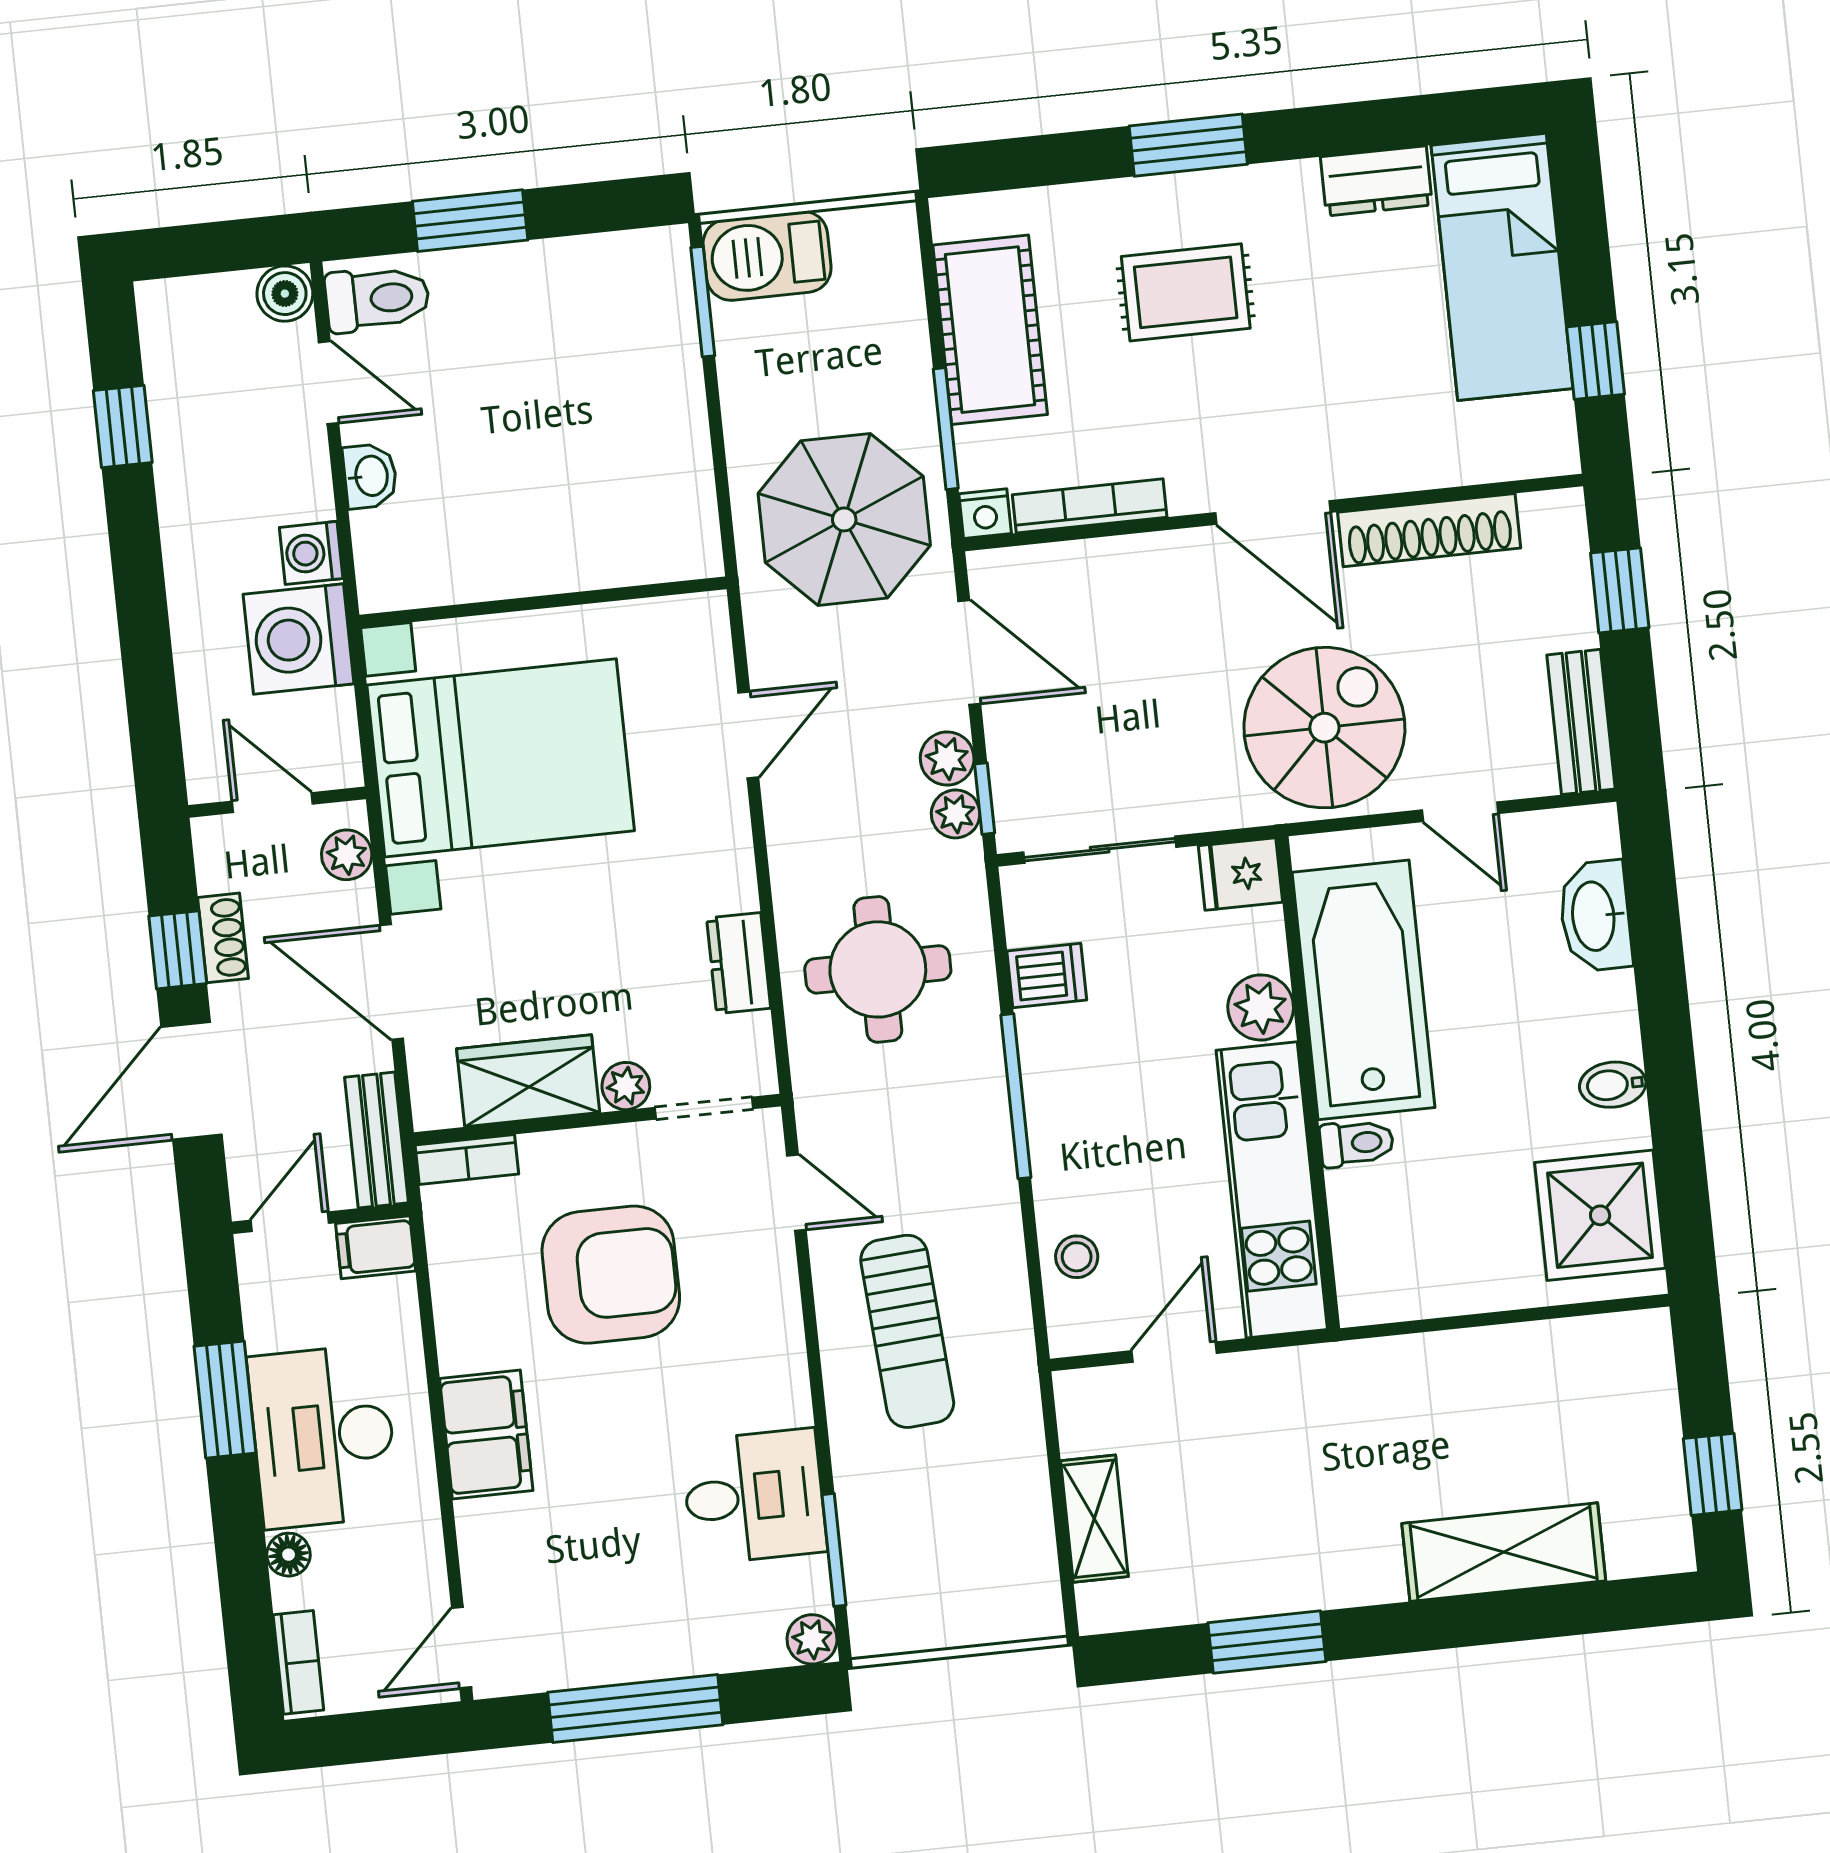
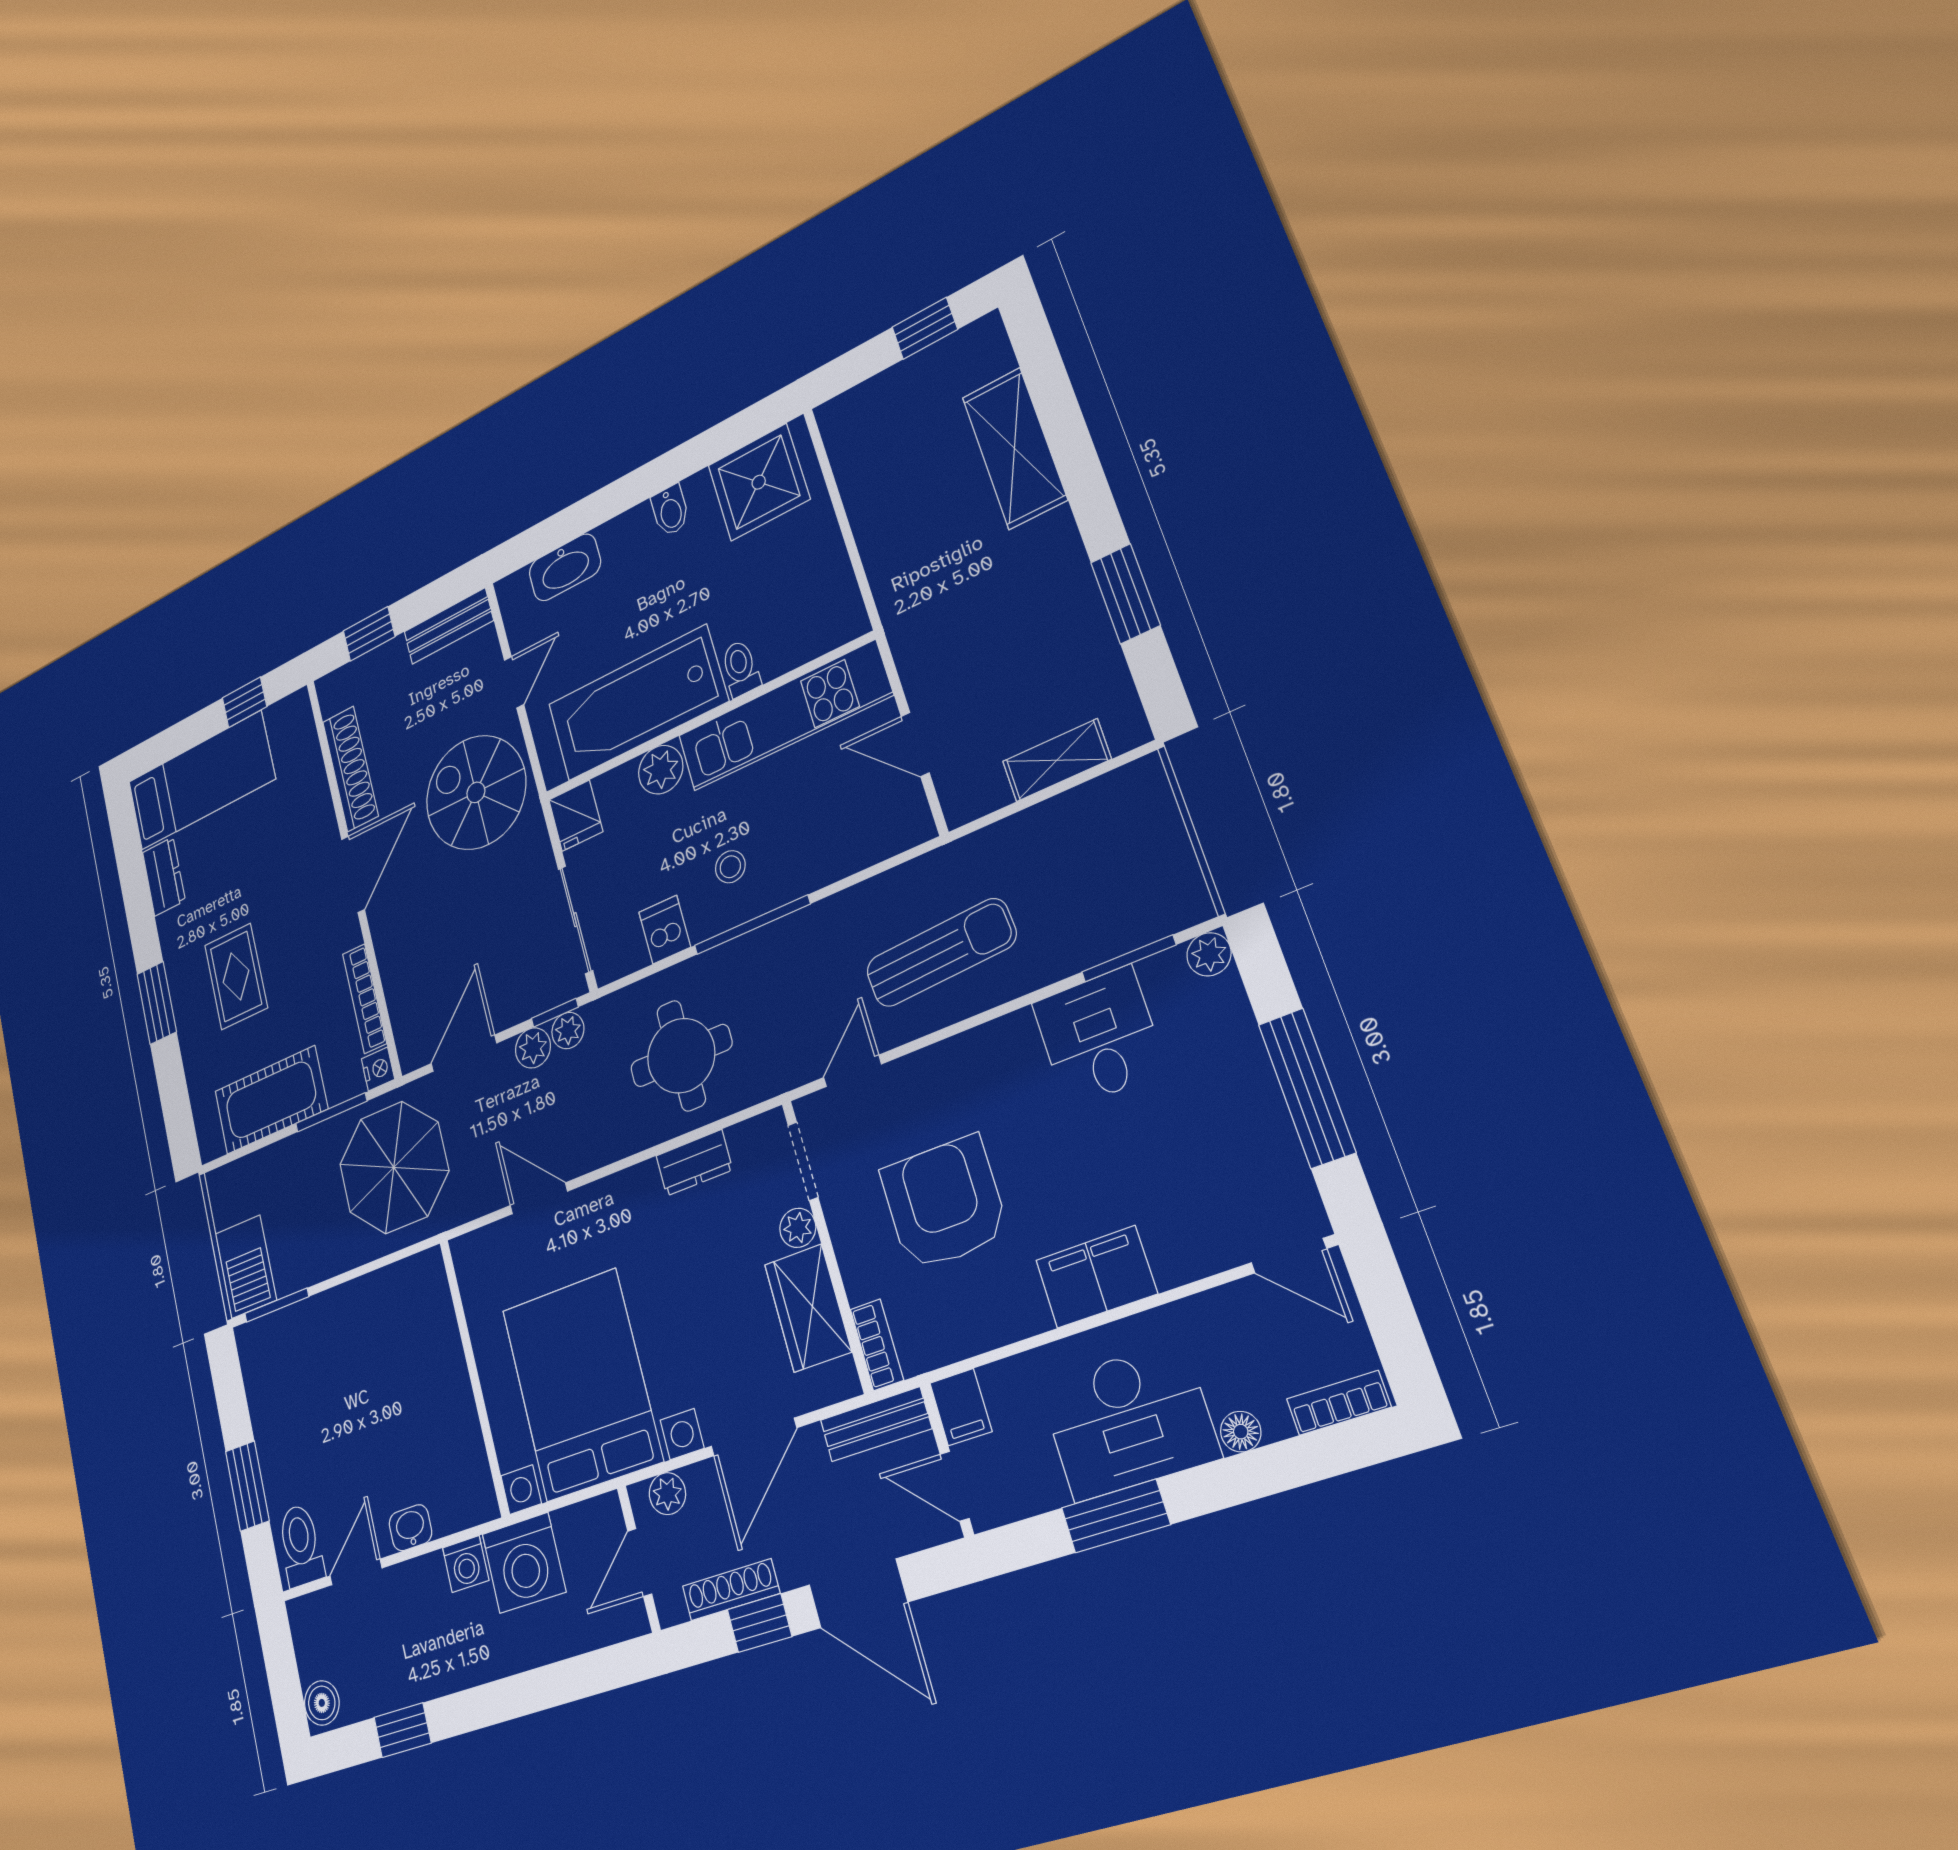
boiler: (285, 294) -> (322, 1703), moved
shoe rack: (223, 938) -> (731, 1590), width x1.43
stool: (1077, 1257) -> (730, 867), moved

